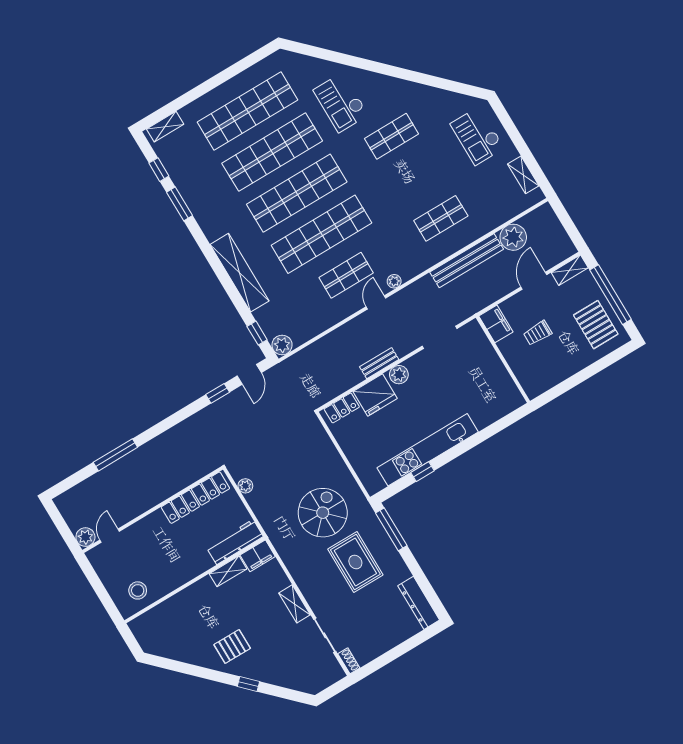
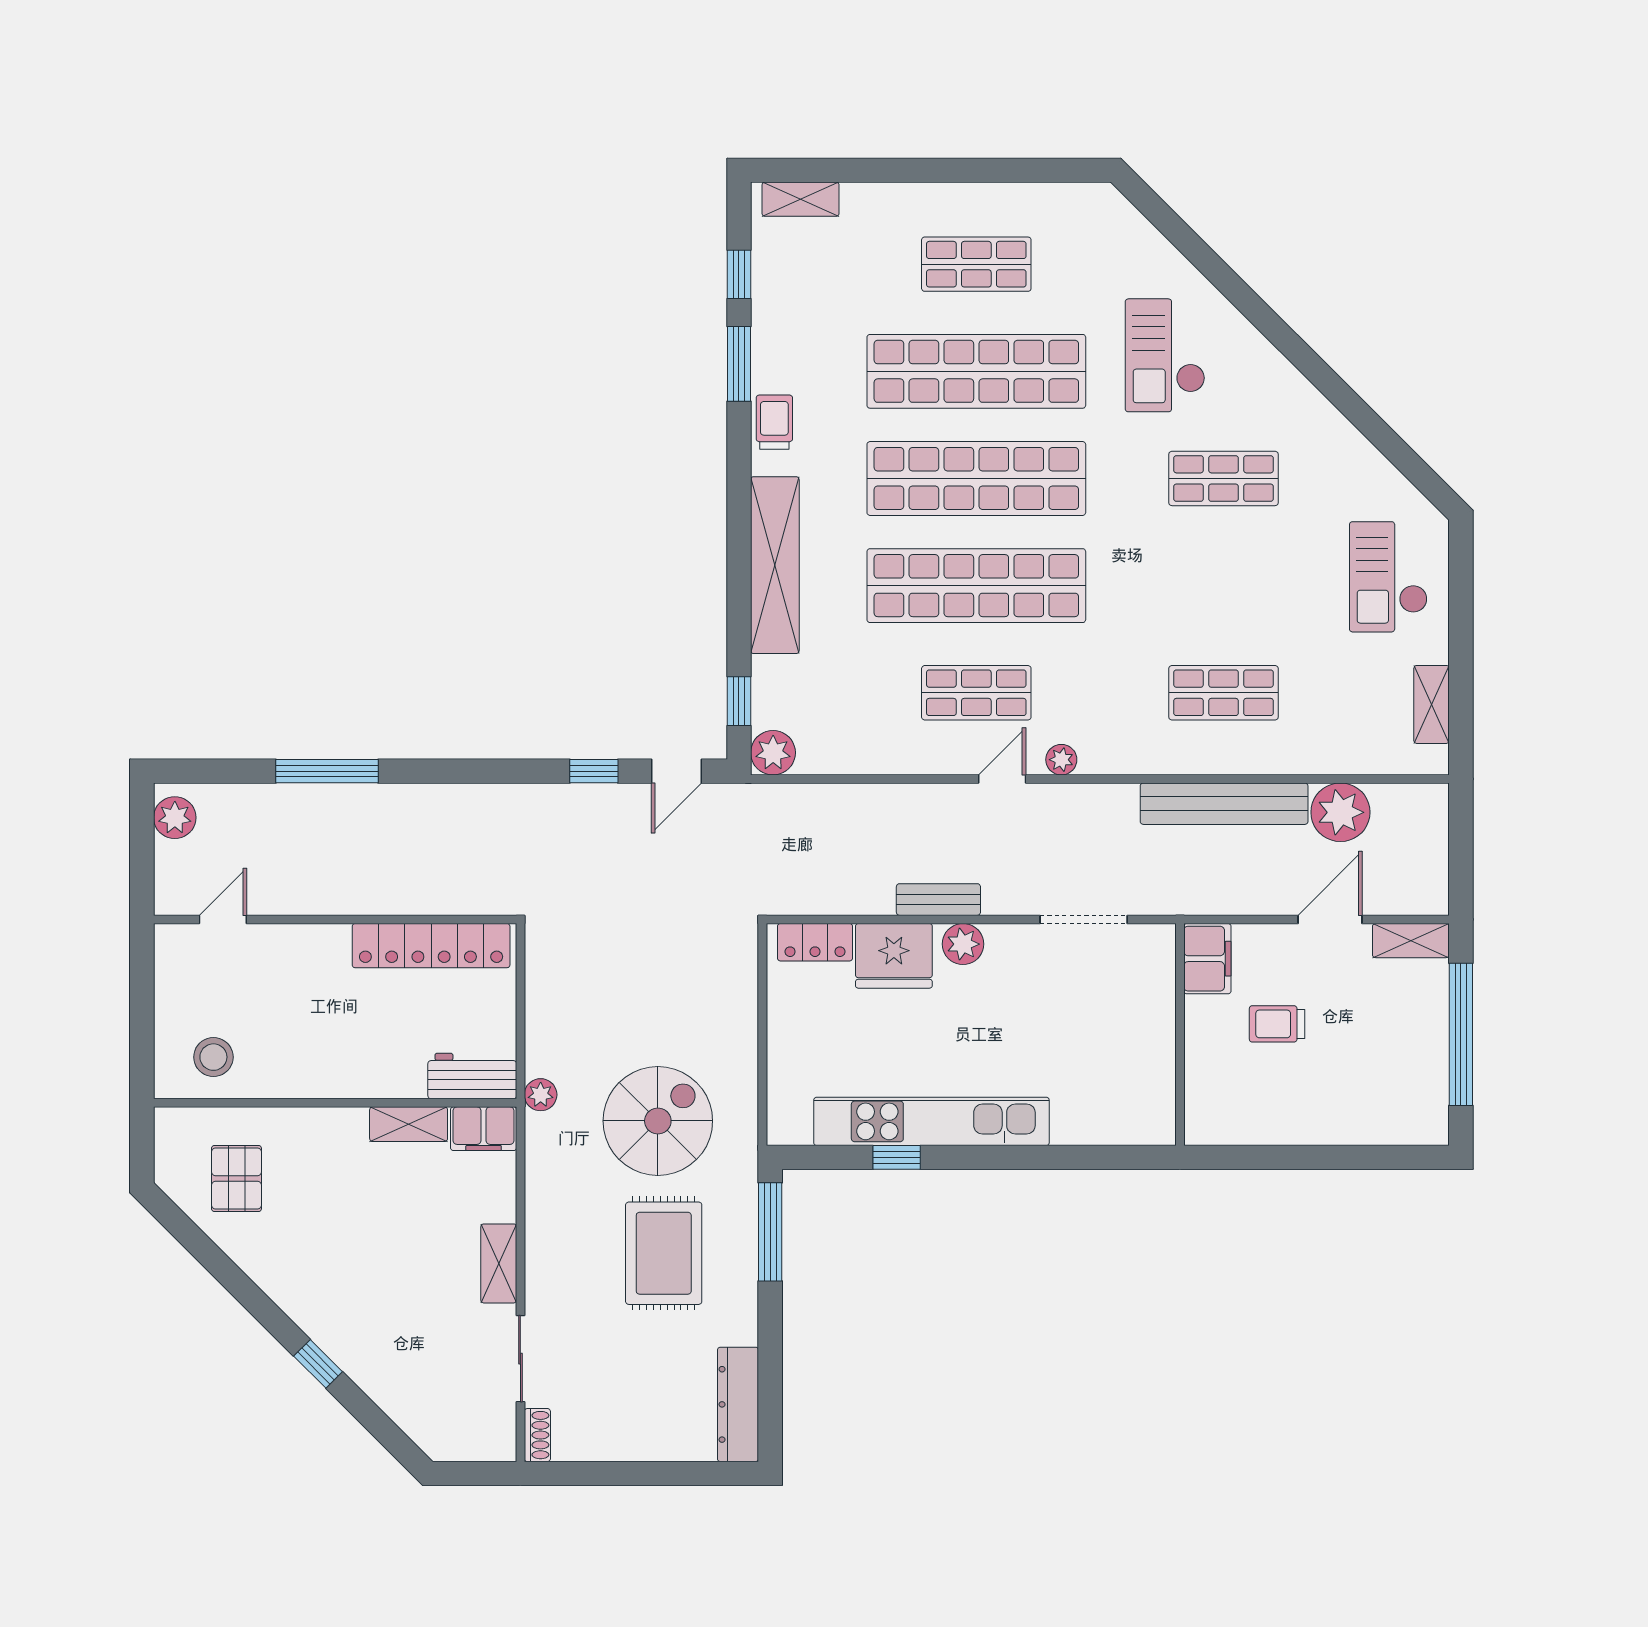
shop shelf: (247, 111) -> (976, 264), width x0.50, depth x0.74
trolley: (206, 218) -> (774, 422), added
pallet: (596, 325) -> (1398, 1075), removed
plant: (245, 486) -> (541, 1095), moved
plant: (85, 537) -> (175, 818), moved
workbench: (235, 542) -> (472, 1076), width x0.73
pallet: (232, 646) -> (236, 1179), moved, turned 90

